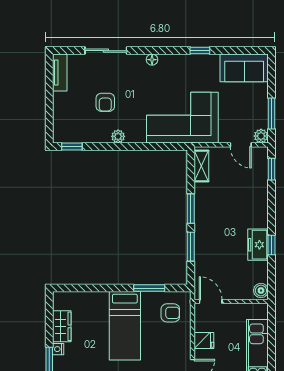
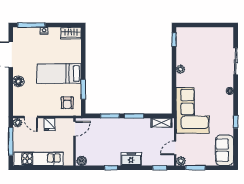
tv unit: (60, 73) -> (222, 32), removed
armchair: (105, 102) -> (202, 61), removed
freezer: (258, 245) -> (131, 159), moved
wardrobe: (62, 326) -> (71, 33), moved

